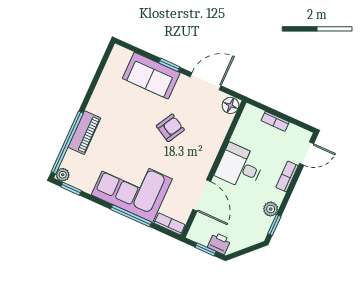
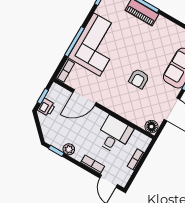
armchair: (170, 128) -> (139, 79), turned 61
desk: (240, 167) -> (114, 135), moved

